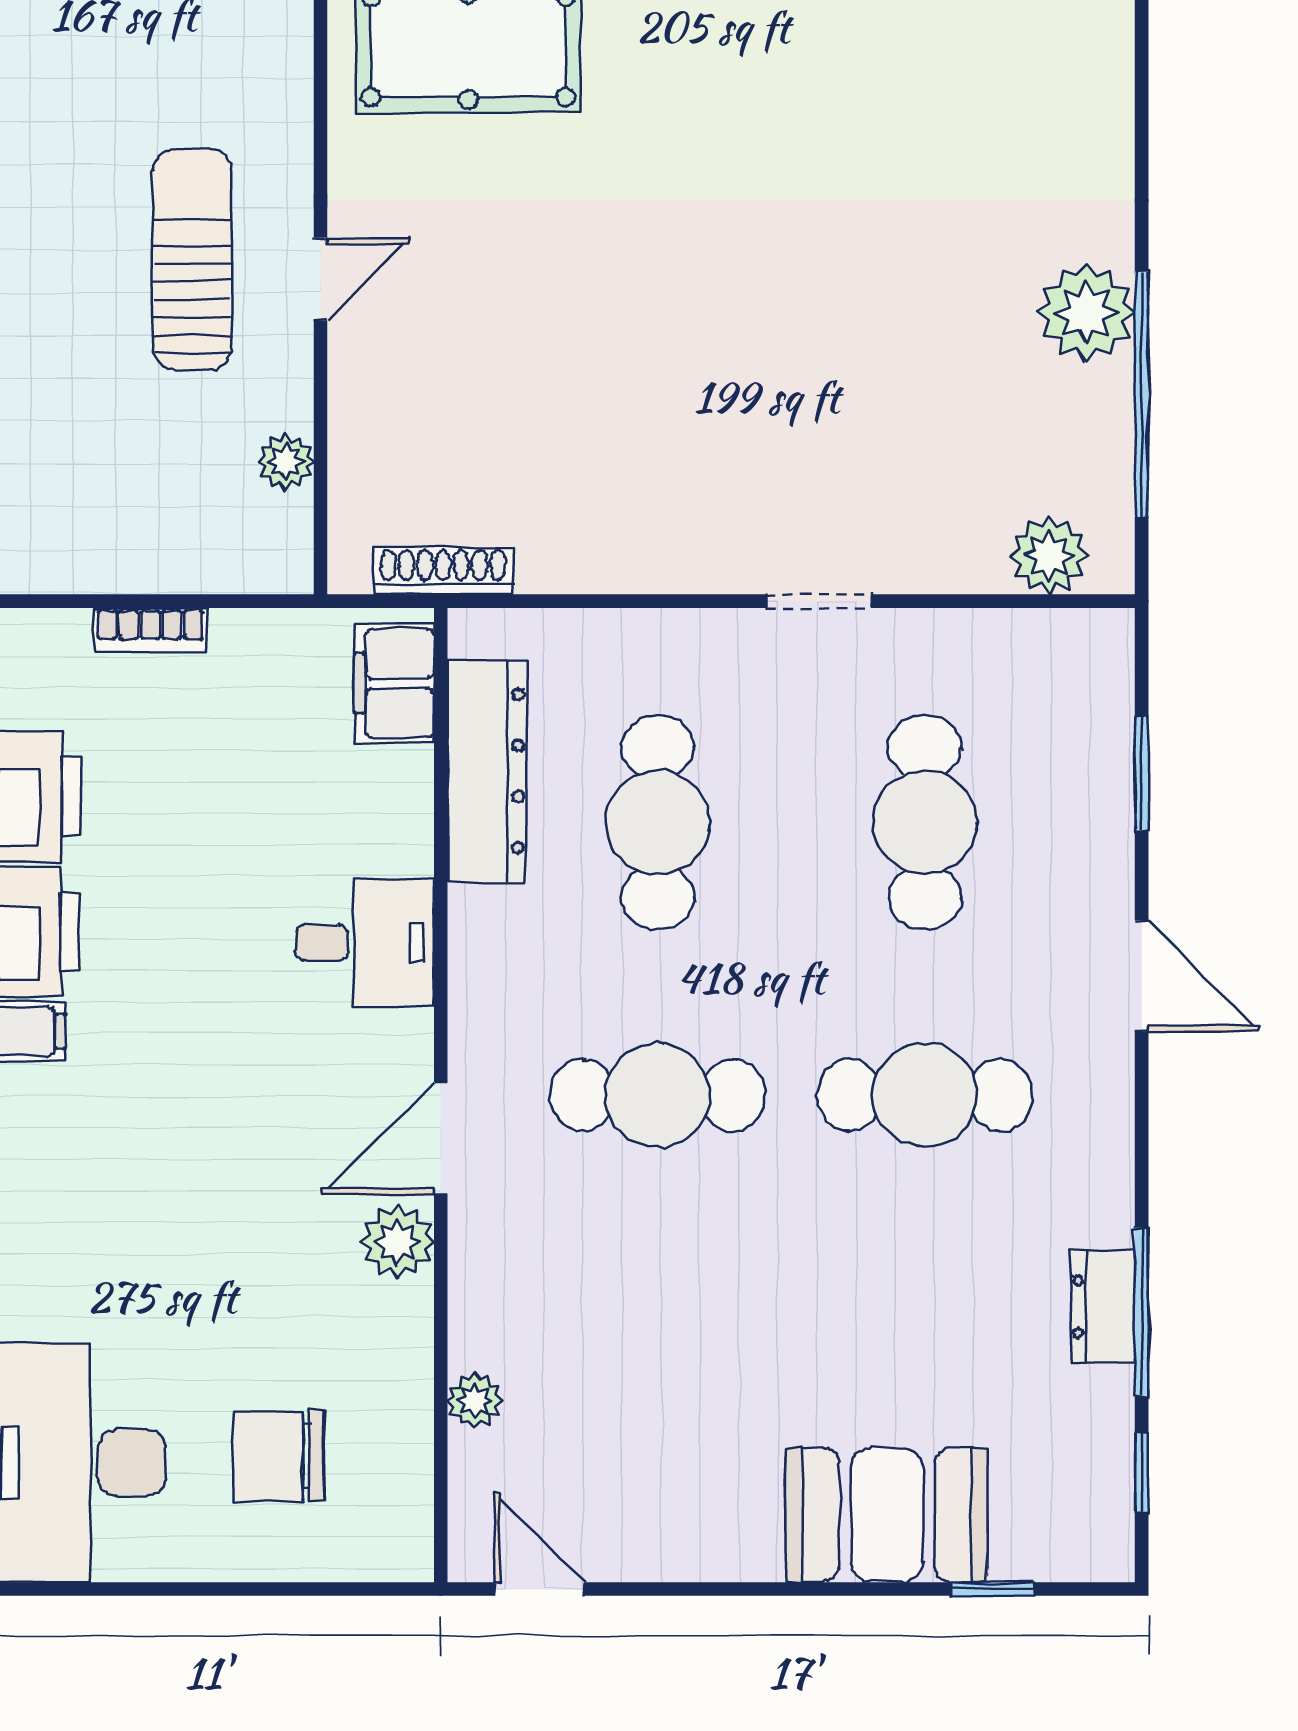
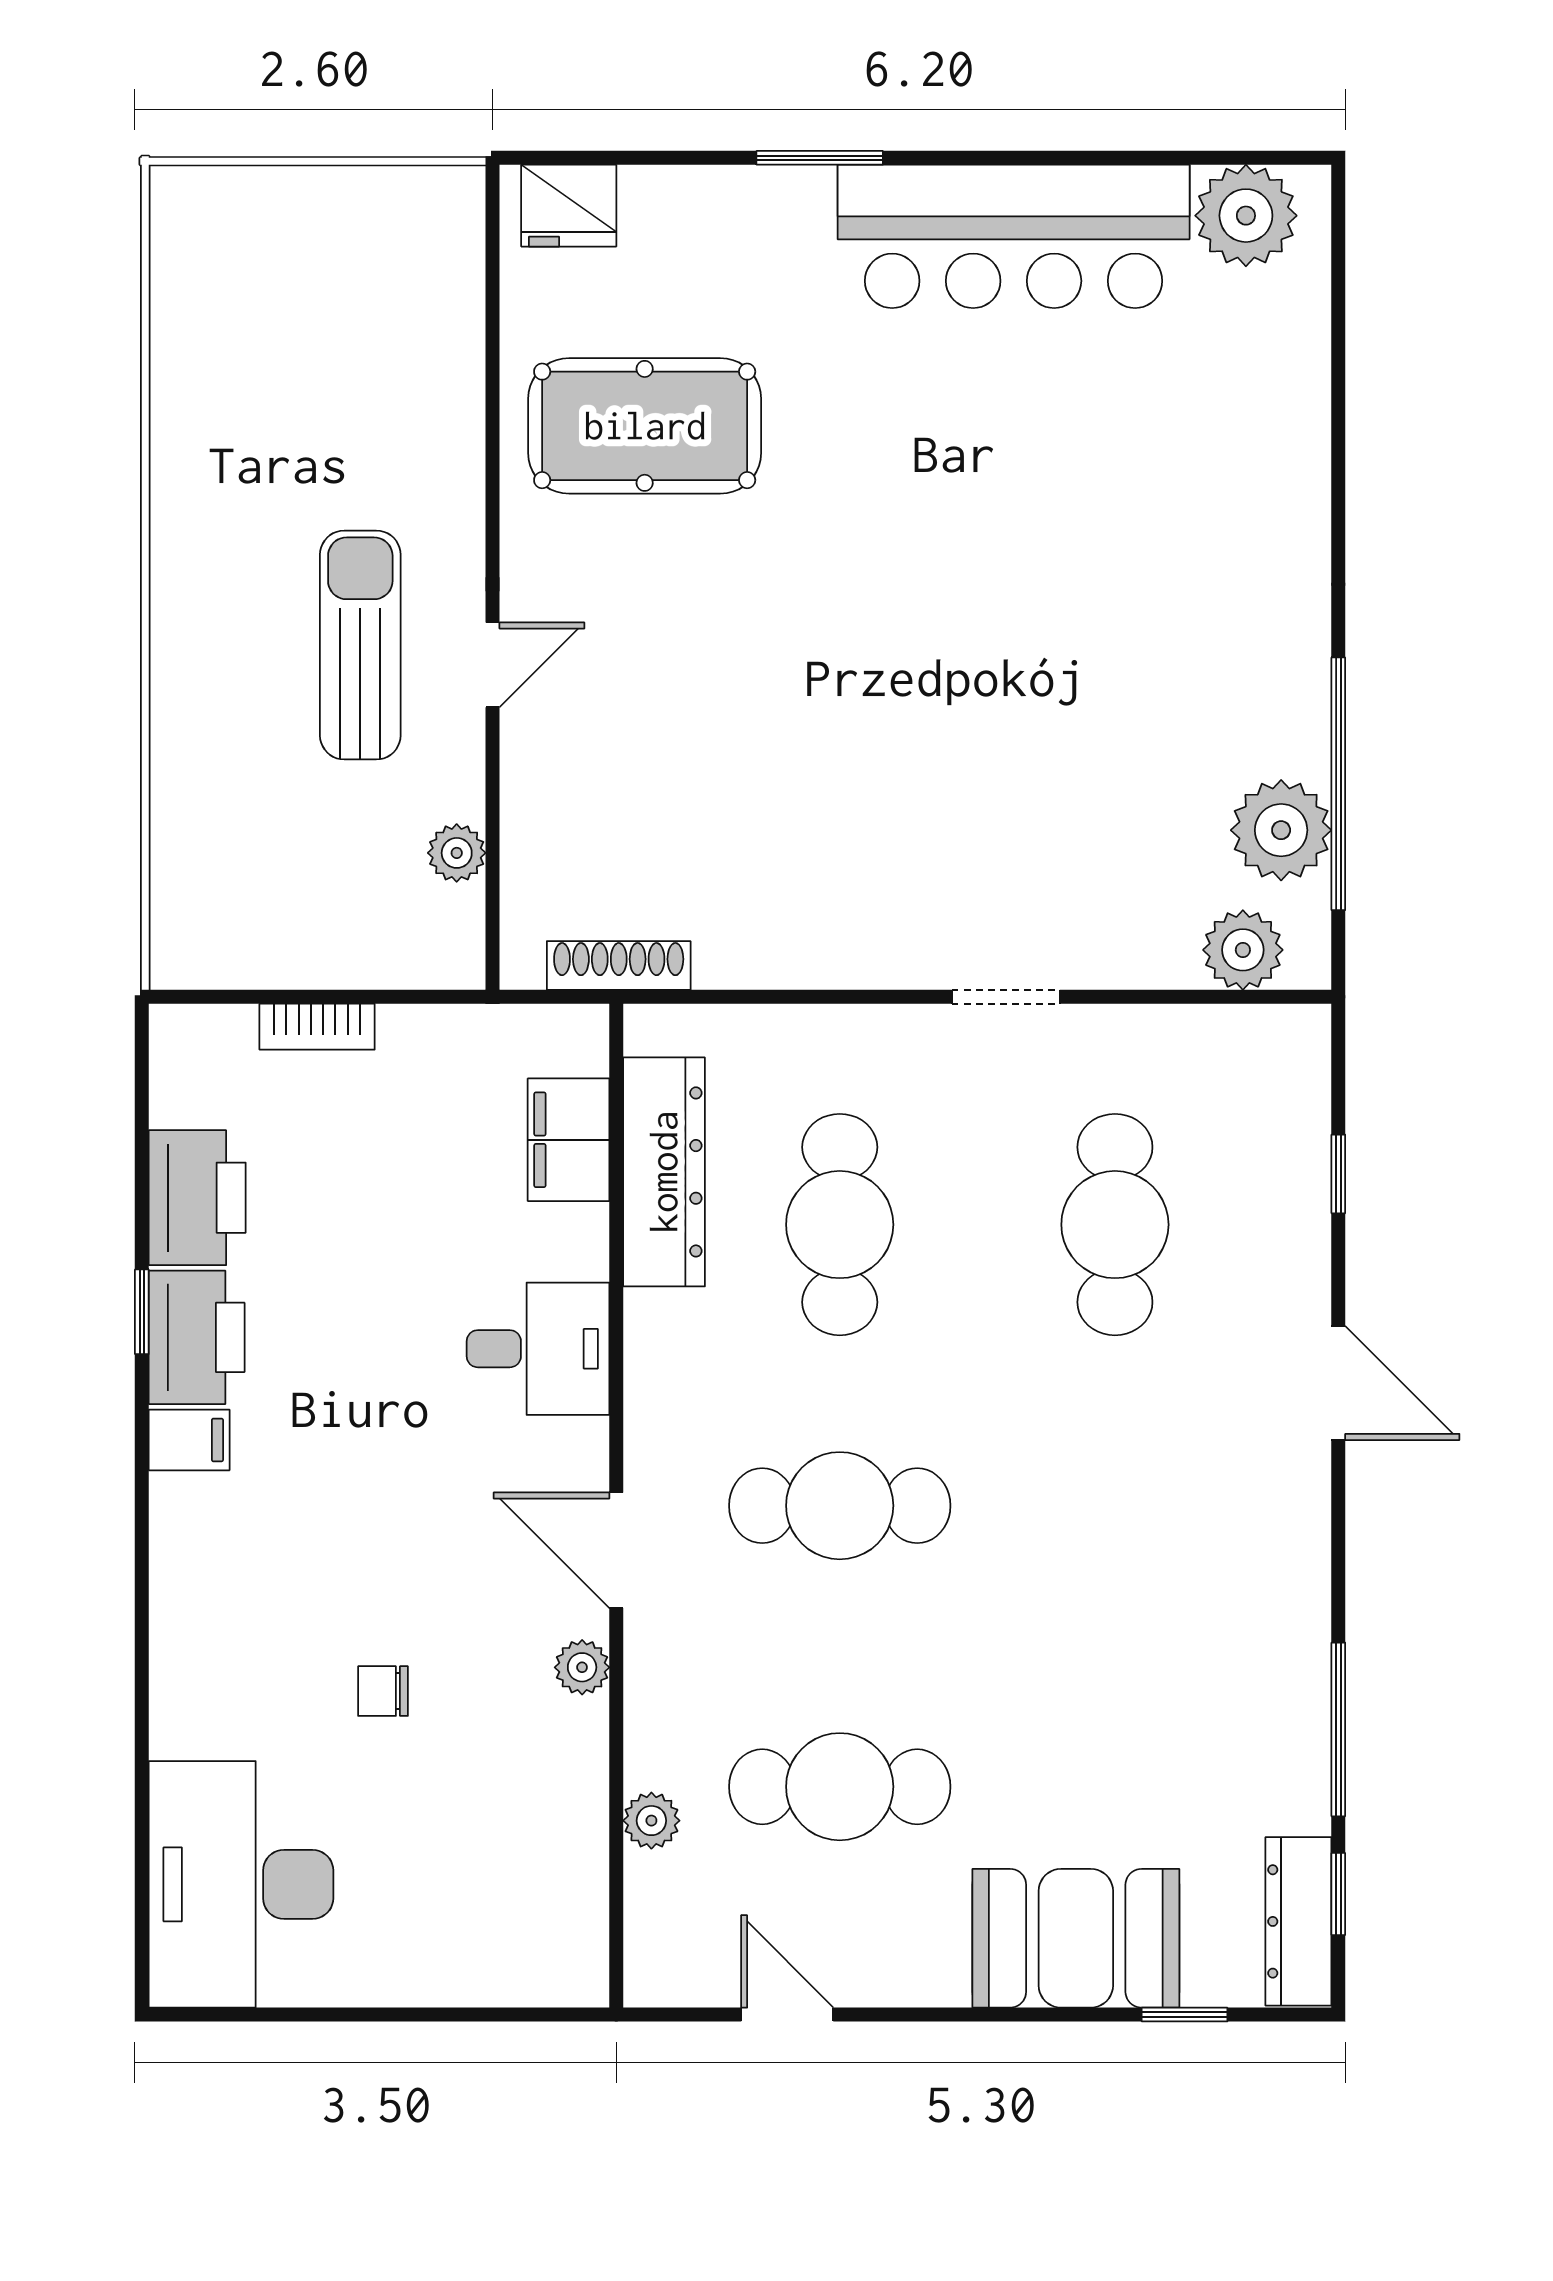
plant: (1086, 313) -> (1281, 830), moved
filing cabinet: (394, 683) -> (569, 1140), moved
window: (1142, 773) -> (1338, 1174), width x0.67
cafe table: (925, 1095) -> (840, 1787), moved
door: (441, 1138) -> (616, 1550), hinge flipped
plant: (397, 1242) -> (582, 1667), width x0.73, depth x0.73
dresser: (1103, 1307) -> (1298, 1921), moved, width x1.44
chair: (279, 1456) -> (383, 1691), moved, width x0.54, depth x0.54
door: (539, 1589) -> (787, 2015), moved

